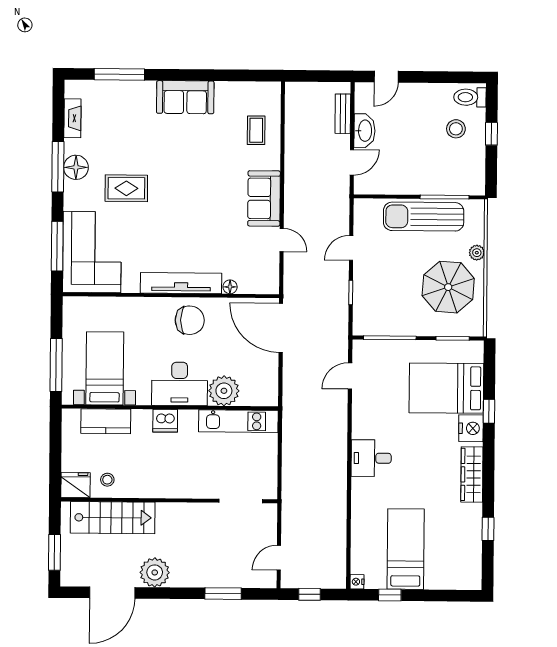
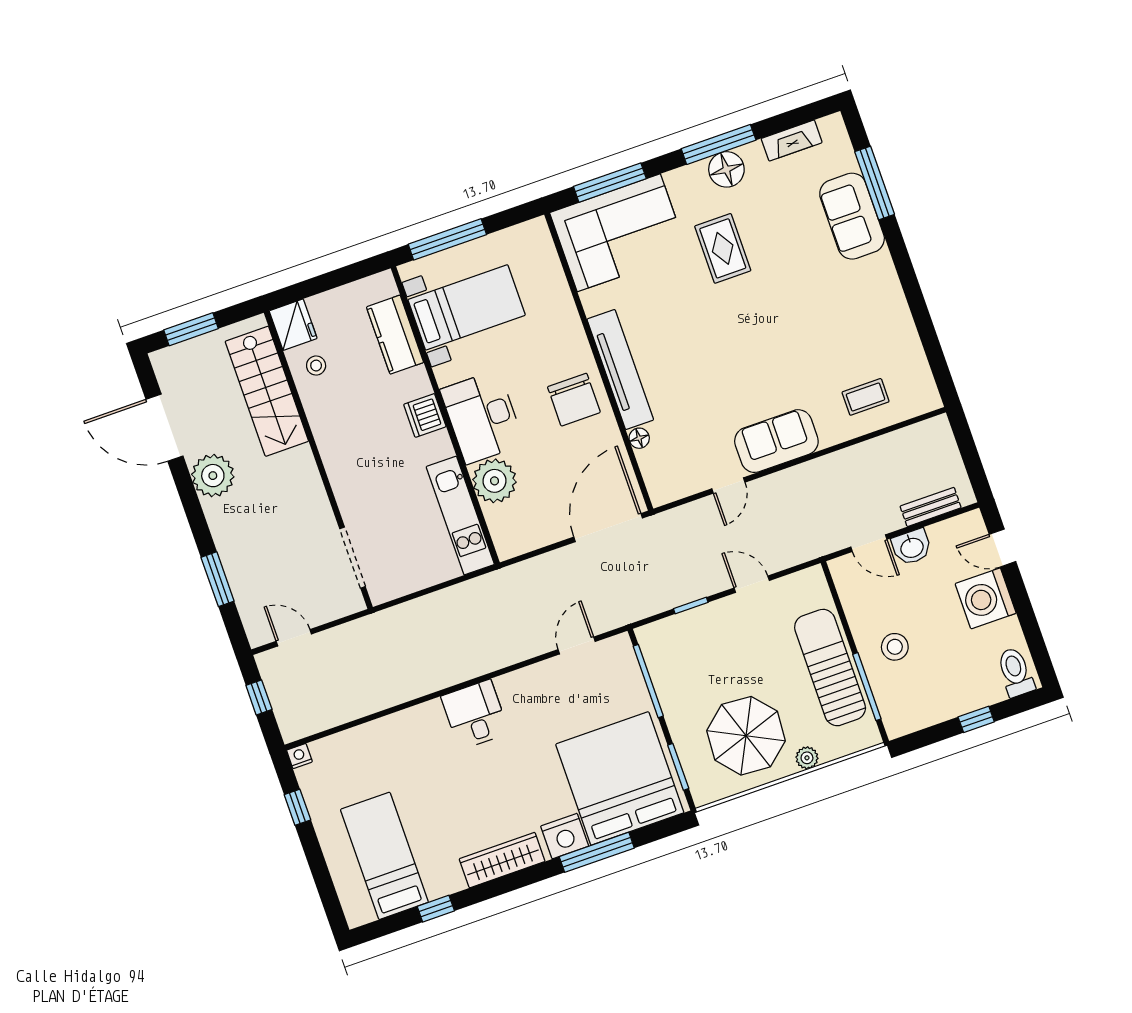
sofa: (185, 97) -> (852, 216), moved
washing machine: (415, 99) -> (986, 598), added
stool: (456, 129) -> (895, 647), moved
washbasin: (364, 131) -> (912, 547), width x0.72
door: (350, 376) -> (577, 646), hinge flipped
bed: (446, 388) -> (620, 778), width x1.36
window: (489, 411) -> (597, 852), width x2.17
bed: (406, 549) -> (384, 856), moved, turned -90

